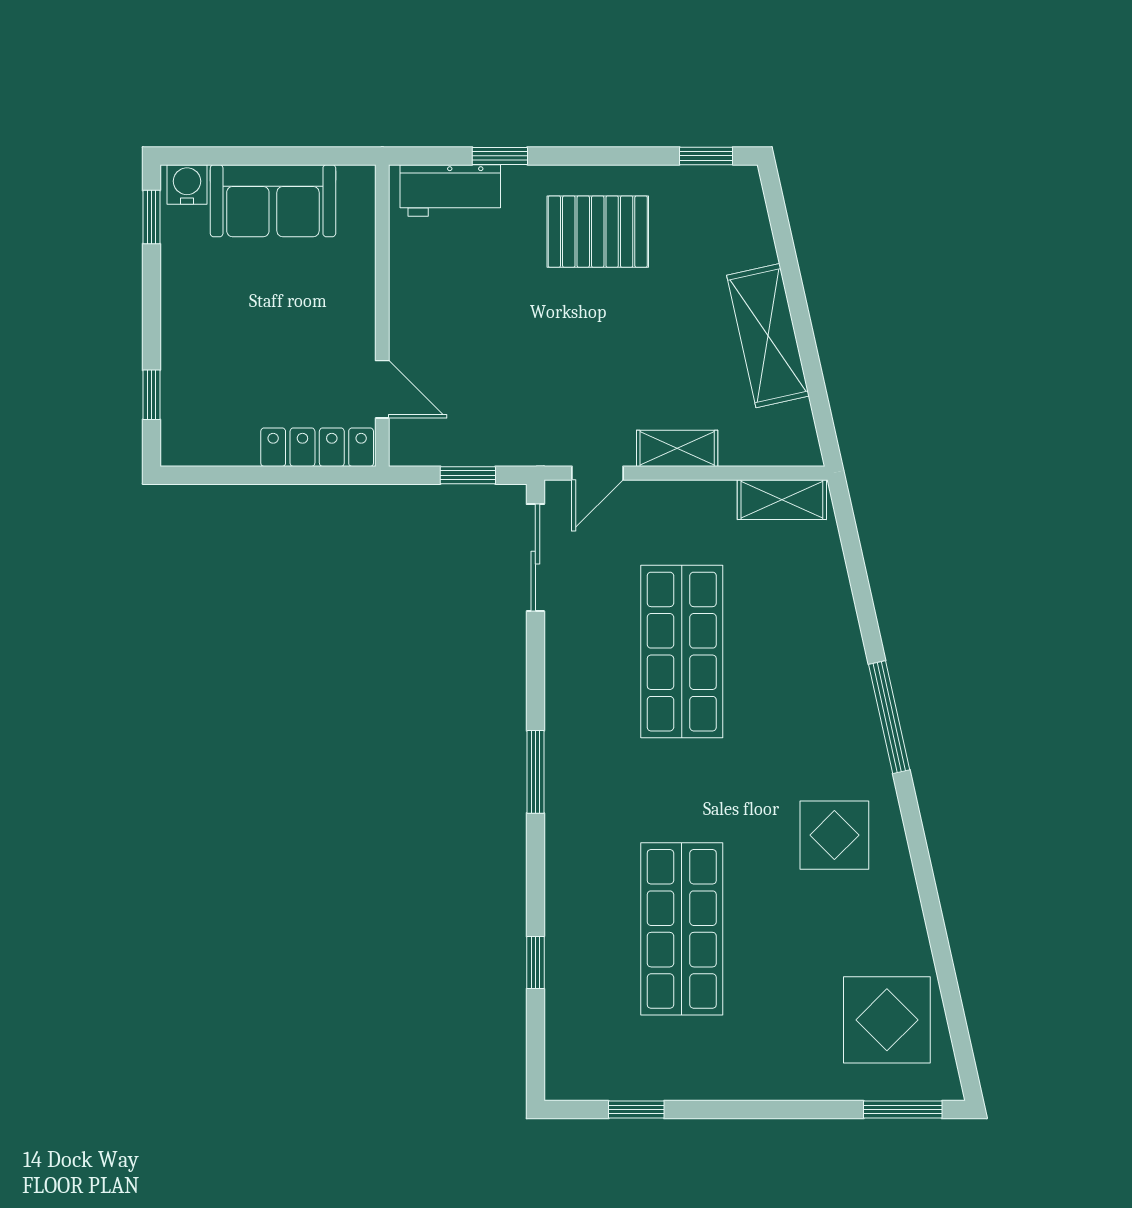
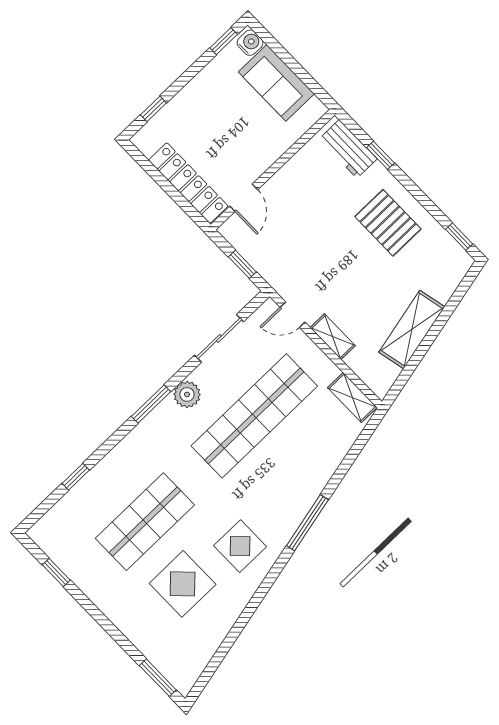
locker: (317, 447) -> (188, 183), width x1.41, depth x1.21
sliding door: (535, 558) -> (219, 338), moved
shop shelf: (682, 652) -> (254, 416), width x1.40
plant: (568, 713) -> (187, 394), added
display table: (887, 1020) -> (183, 584), moved

